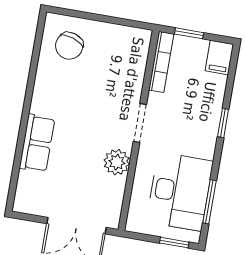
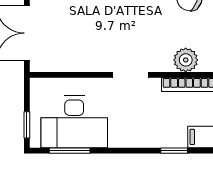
window: (223, 123) -> (174, 151), moved
plant: (117, 162) -> (186, 60), moved

